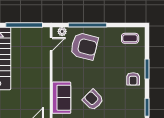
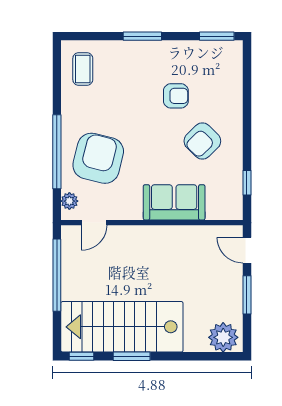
door: (51, 44) -> (94, 223), swing flipped
armchair: (133, 79) -> (176, 96), moved
sofa: (61, 98) -> (174, 202), moved

